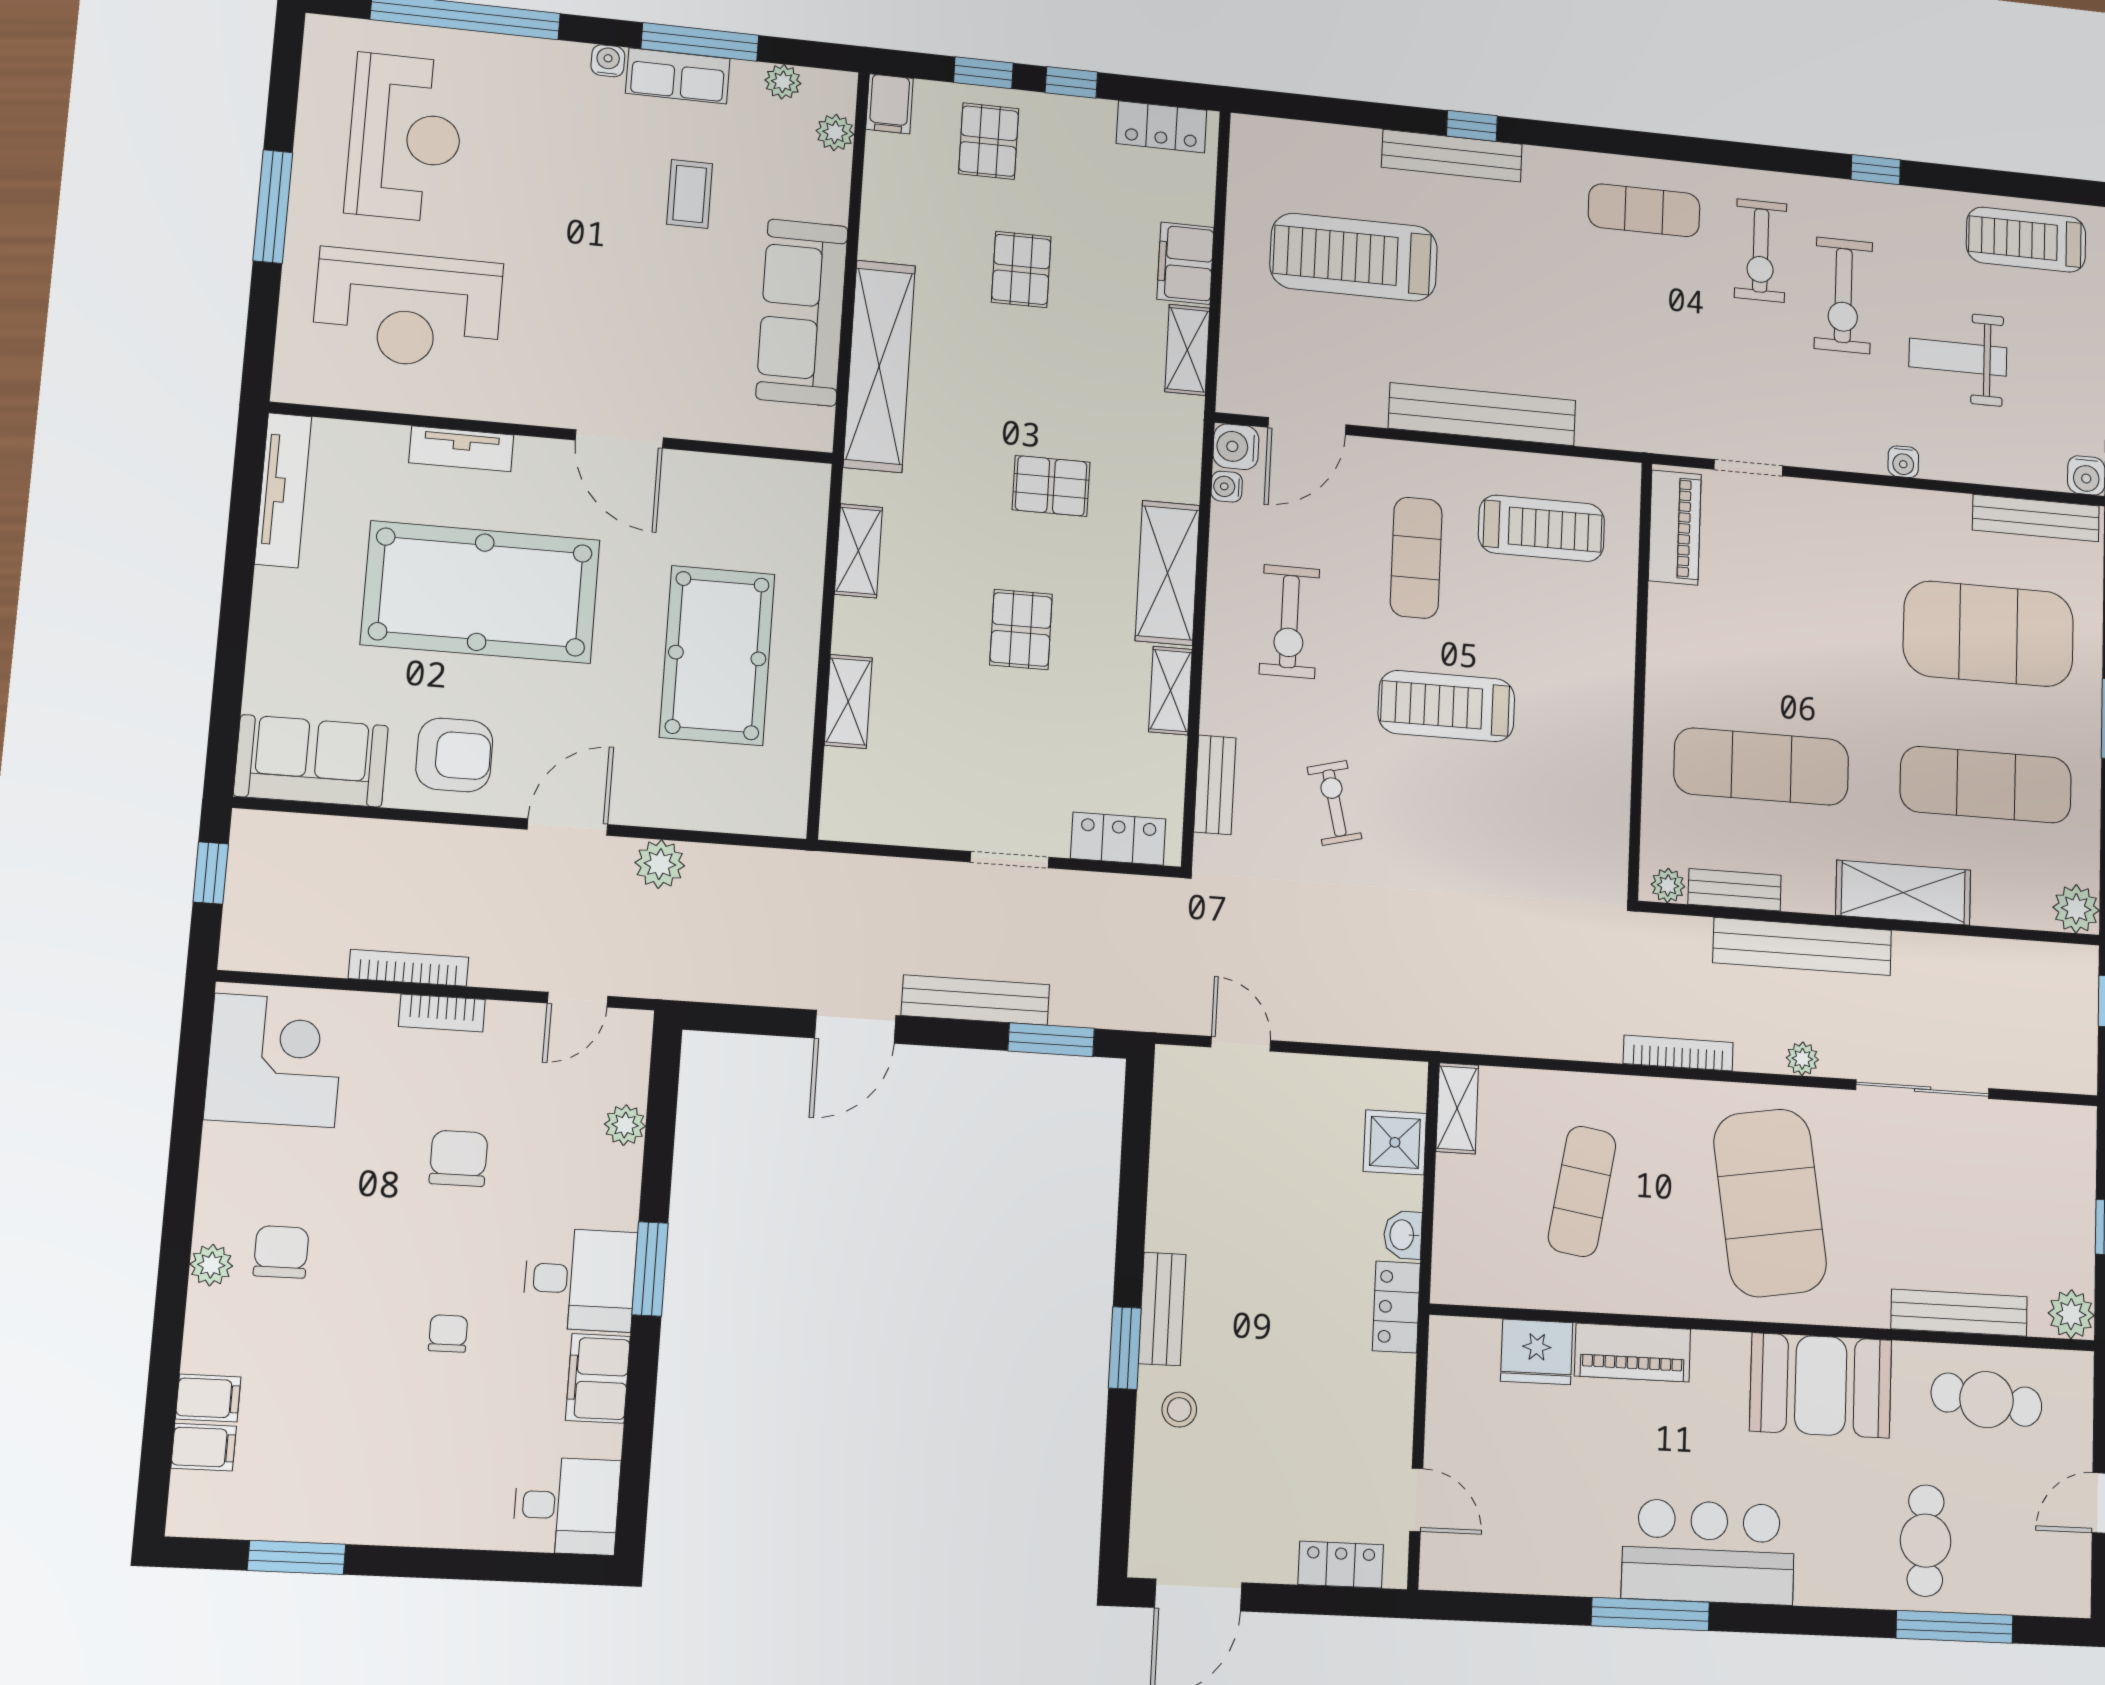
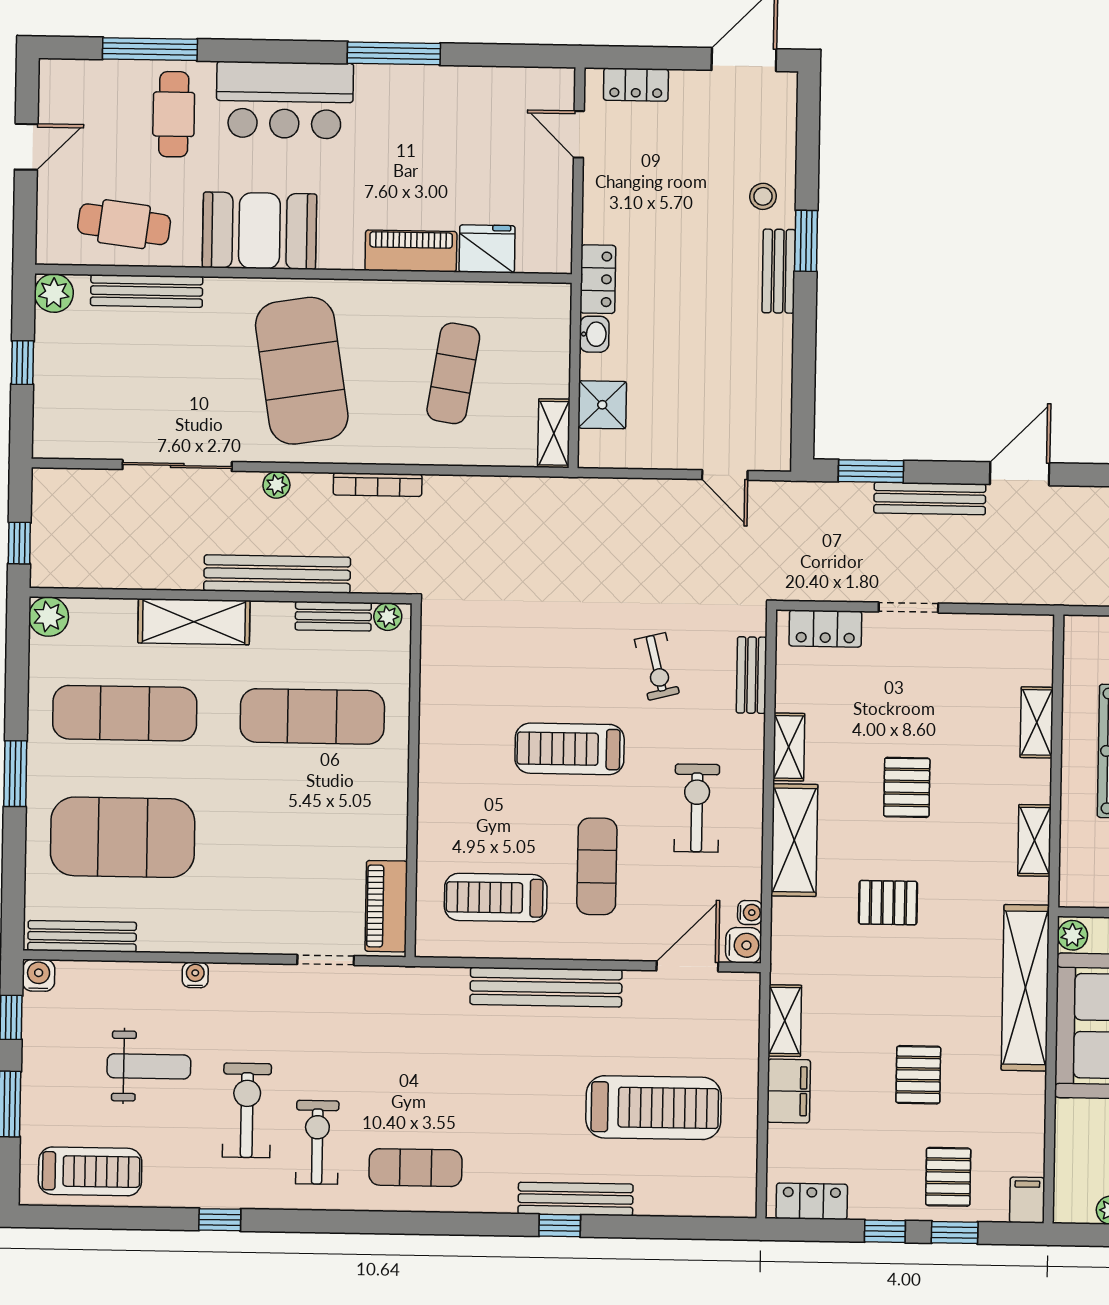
plant: (835, 132) -> (1072, 935), moved
treadmill: (1447, 706) -> (570, 749), turned 180
bar counter: (1708, 1552) -> (285, 100), moved

